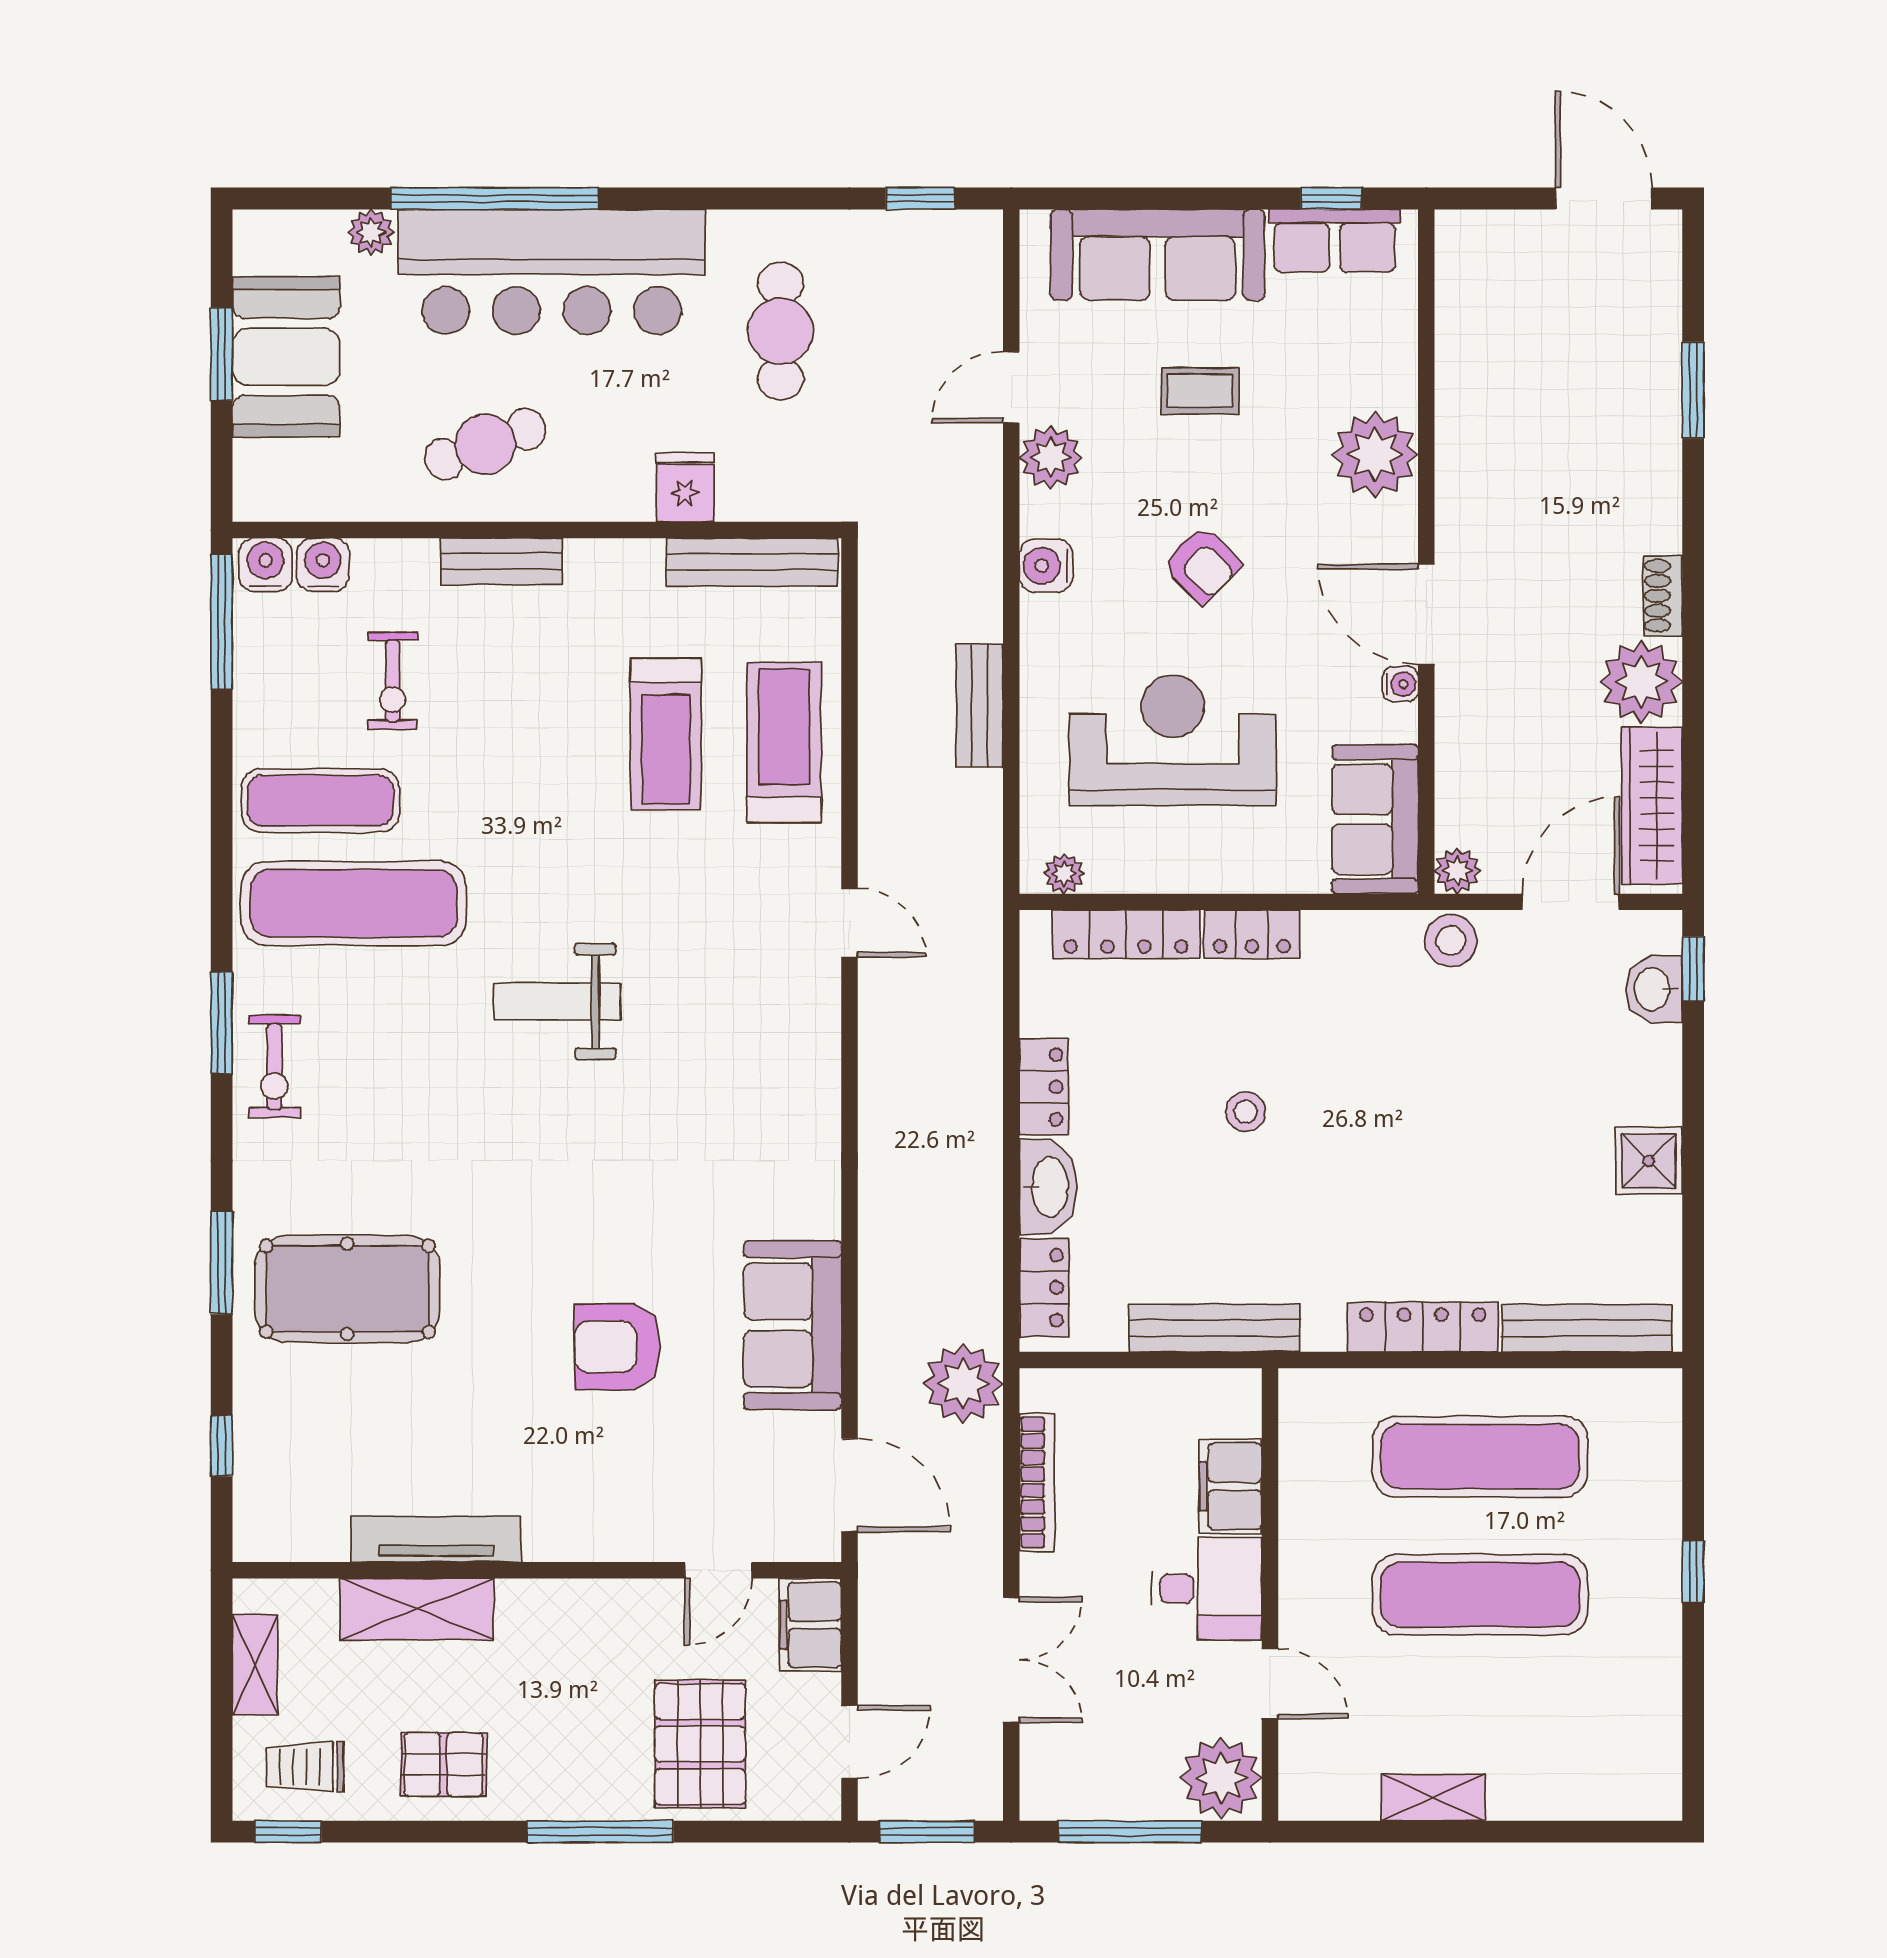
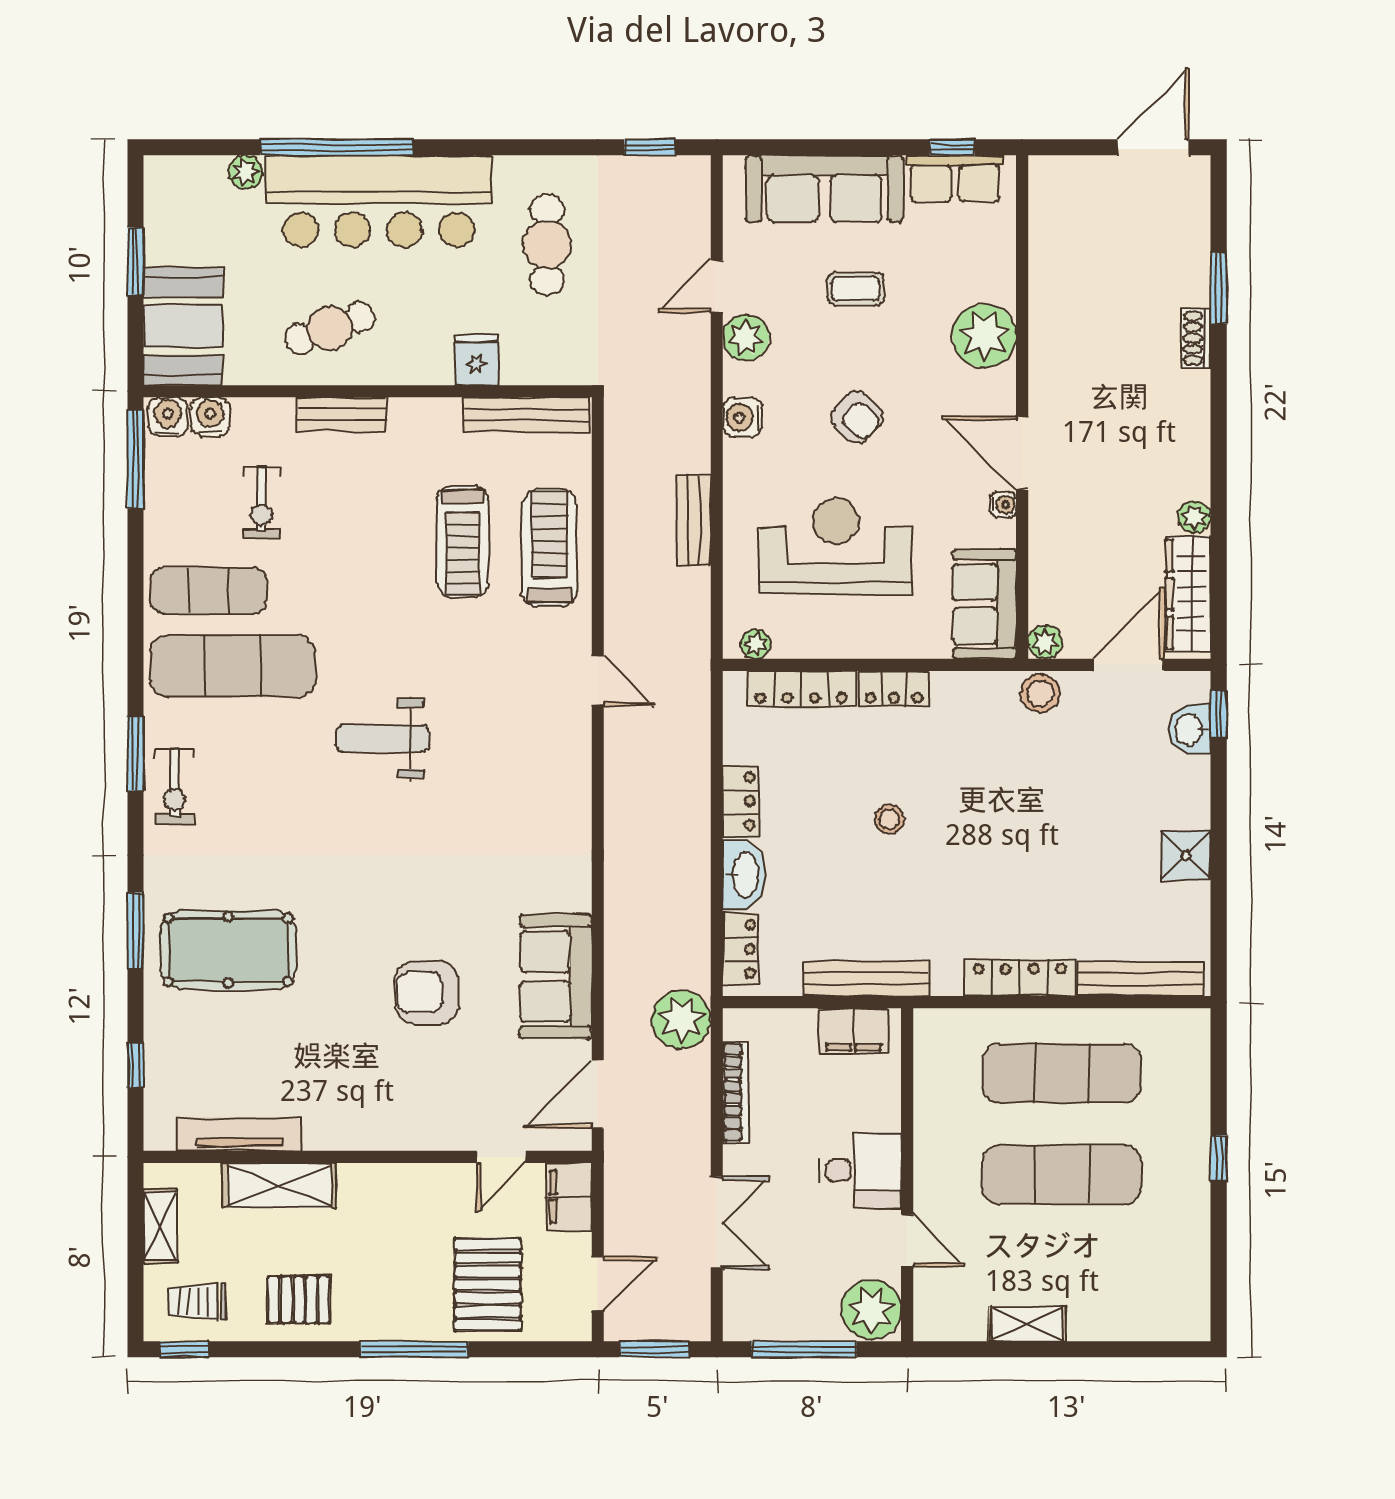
door: (1604, 198) -> (1153, 147), hinge flipped
booth: (286, 357) -> (183, 326), moved
shoe rack: (1663, 596) -> (1196, 338), moved
plant: (1641, 682) -> (1195, 517), width x0.53, depth x0.53
door: (850, 1485) -> (598, 1094), swing flipped
filing cabinet: (1231, 1486) -> (853, 1031), moved, turned -90
tv unit: (436, 1539) -> (239, 1134), moved

